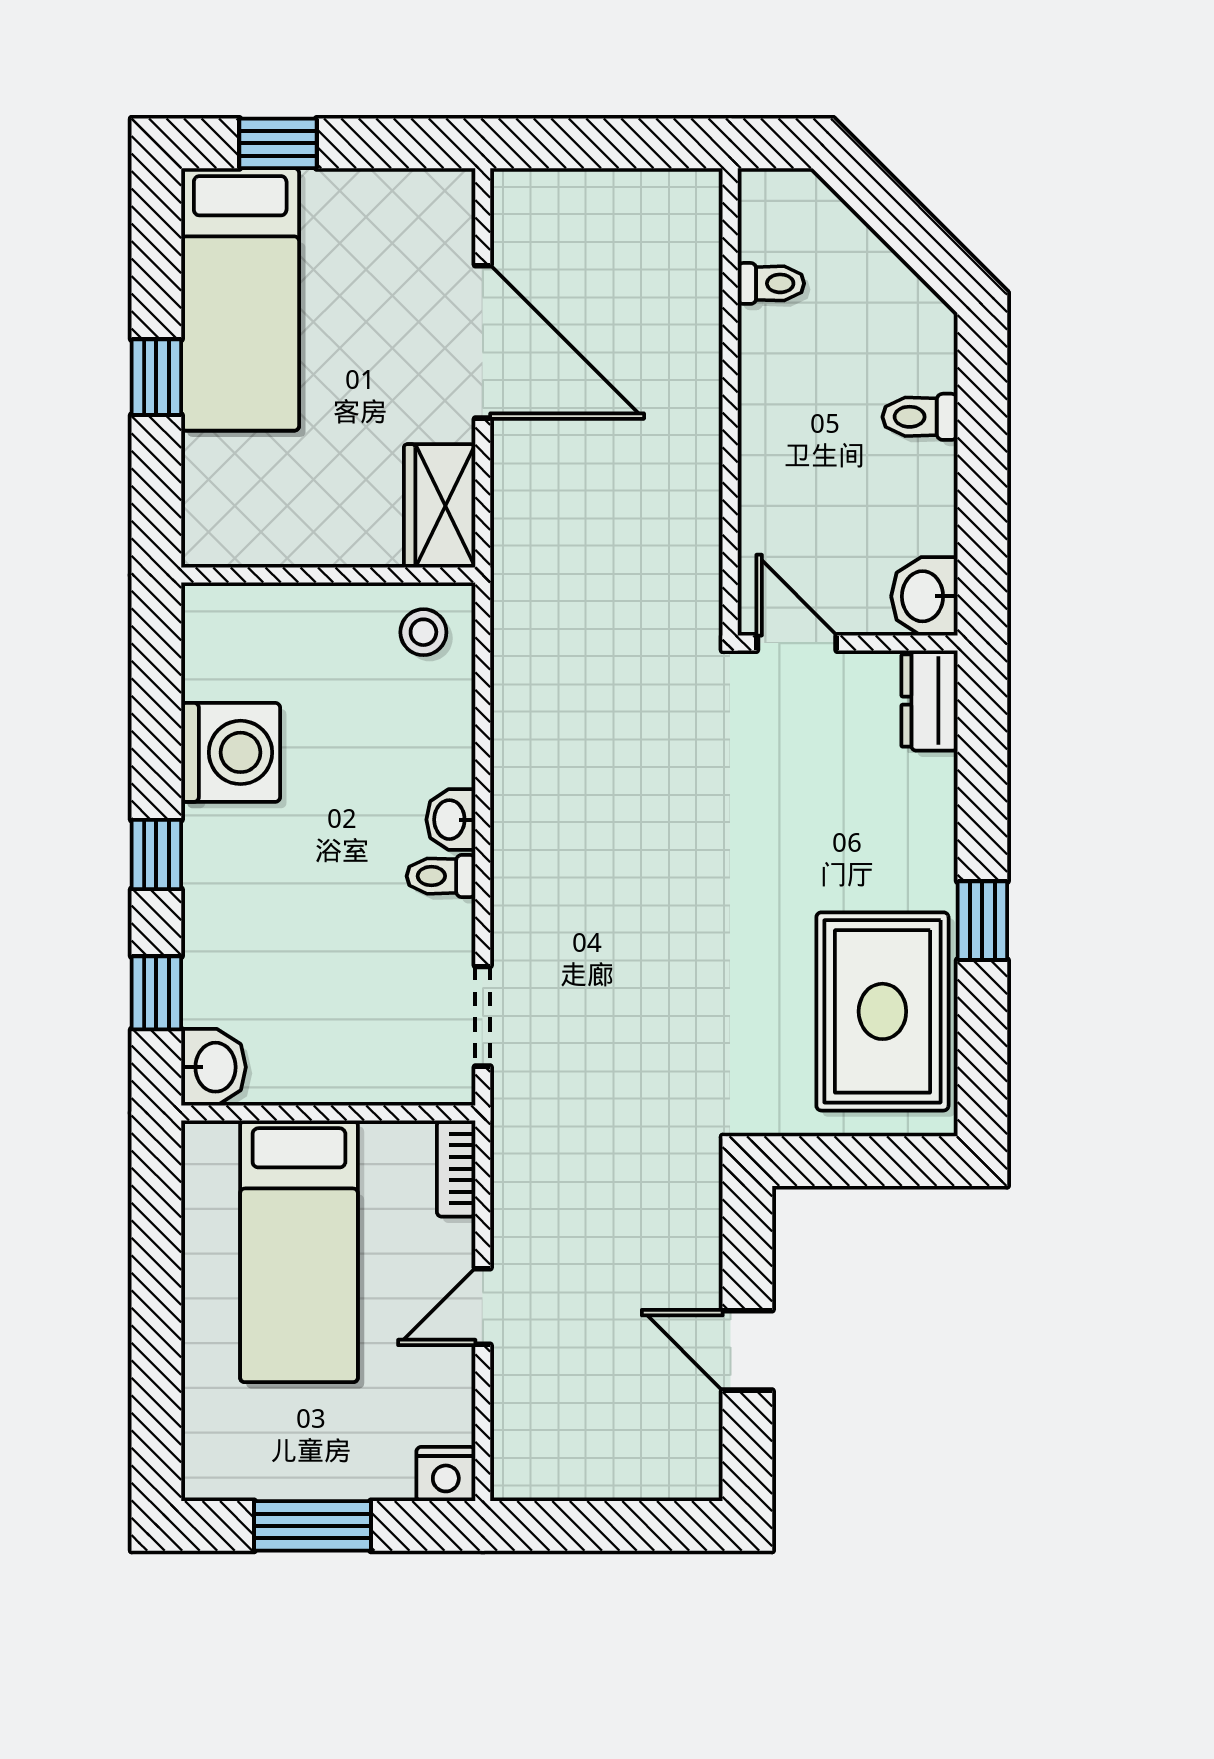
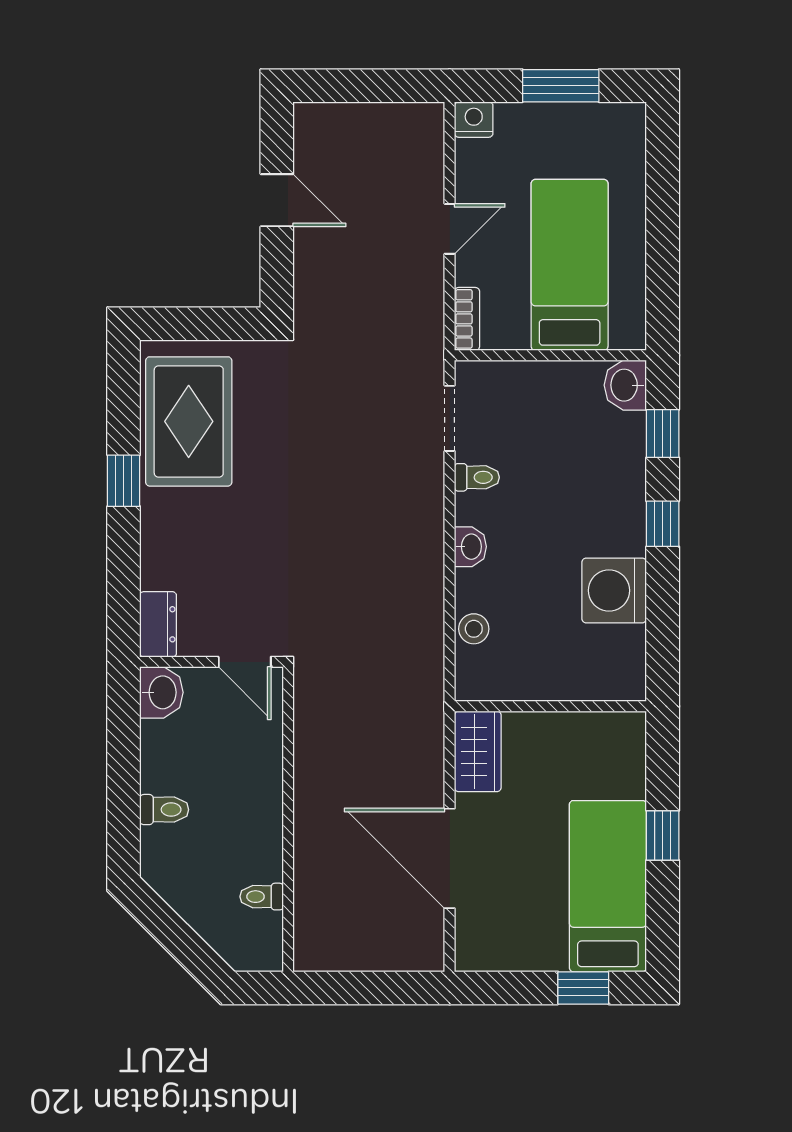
stool: (423, 632) -> (474, 629), moved
toilet: (441, 876) -> (477, 477), moved

